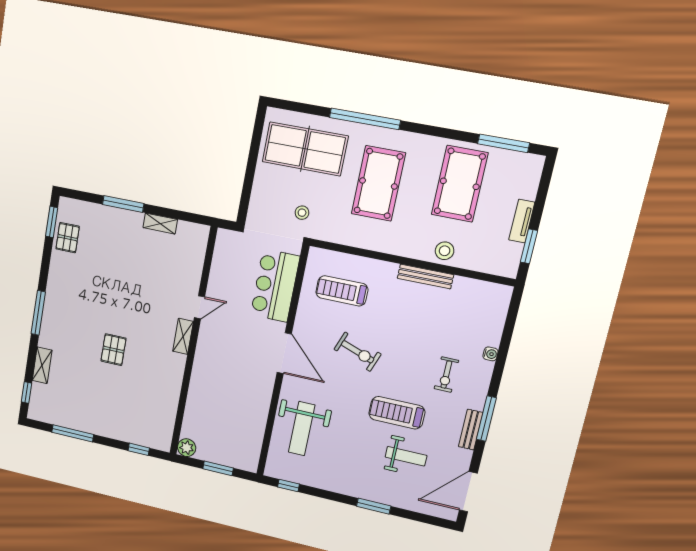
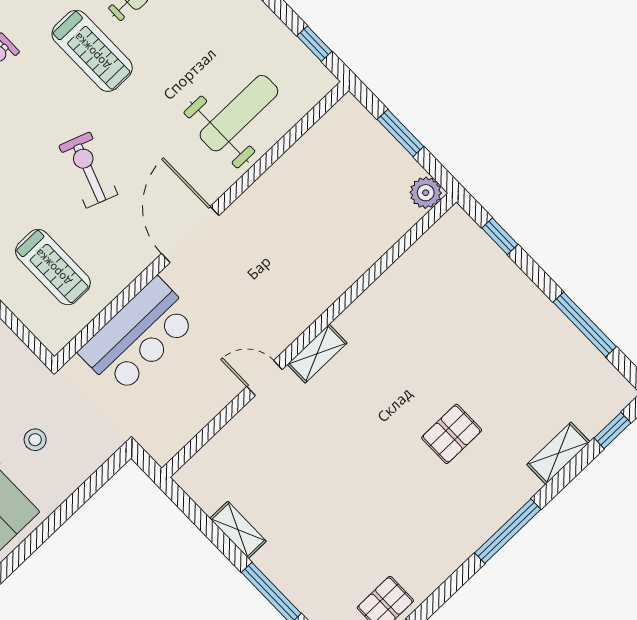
stool: (302, 213) -> (35, 440), moved
pallet: (113, 350) -> (452, 434), moved

